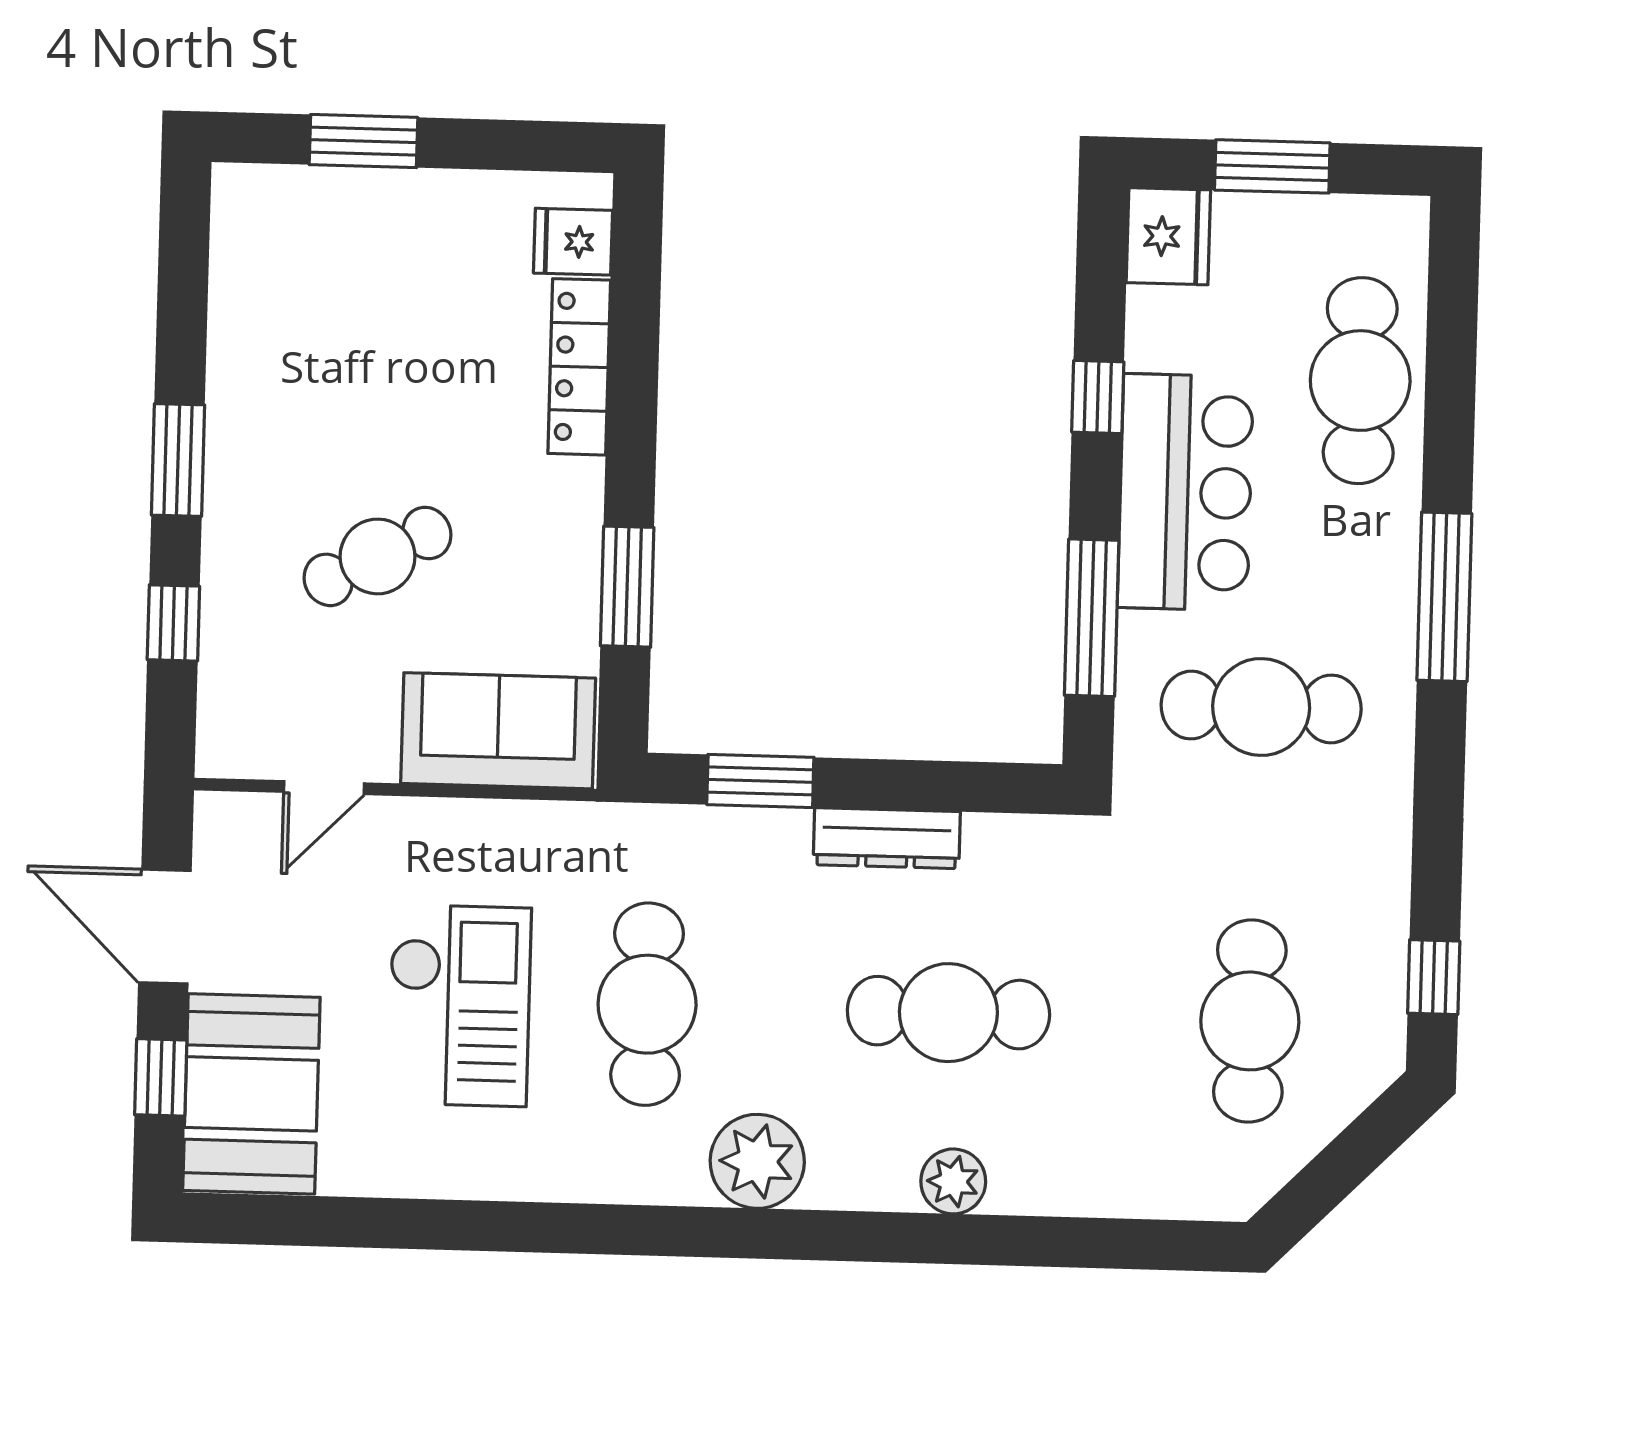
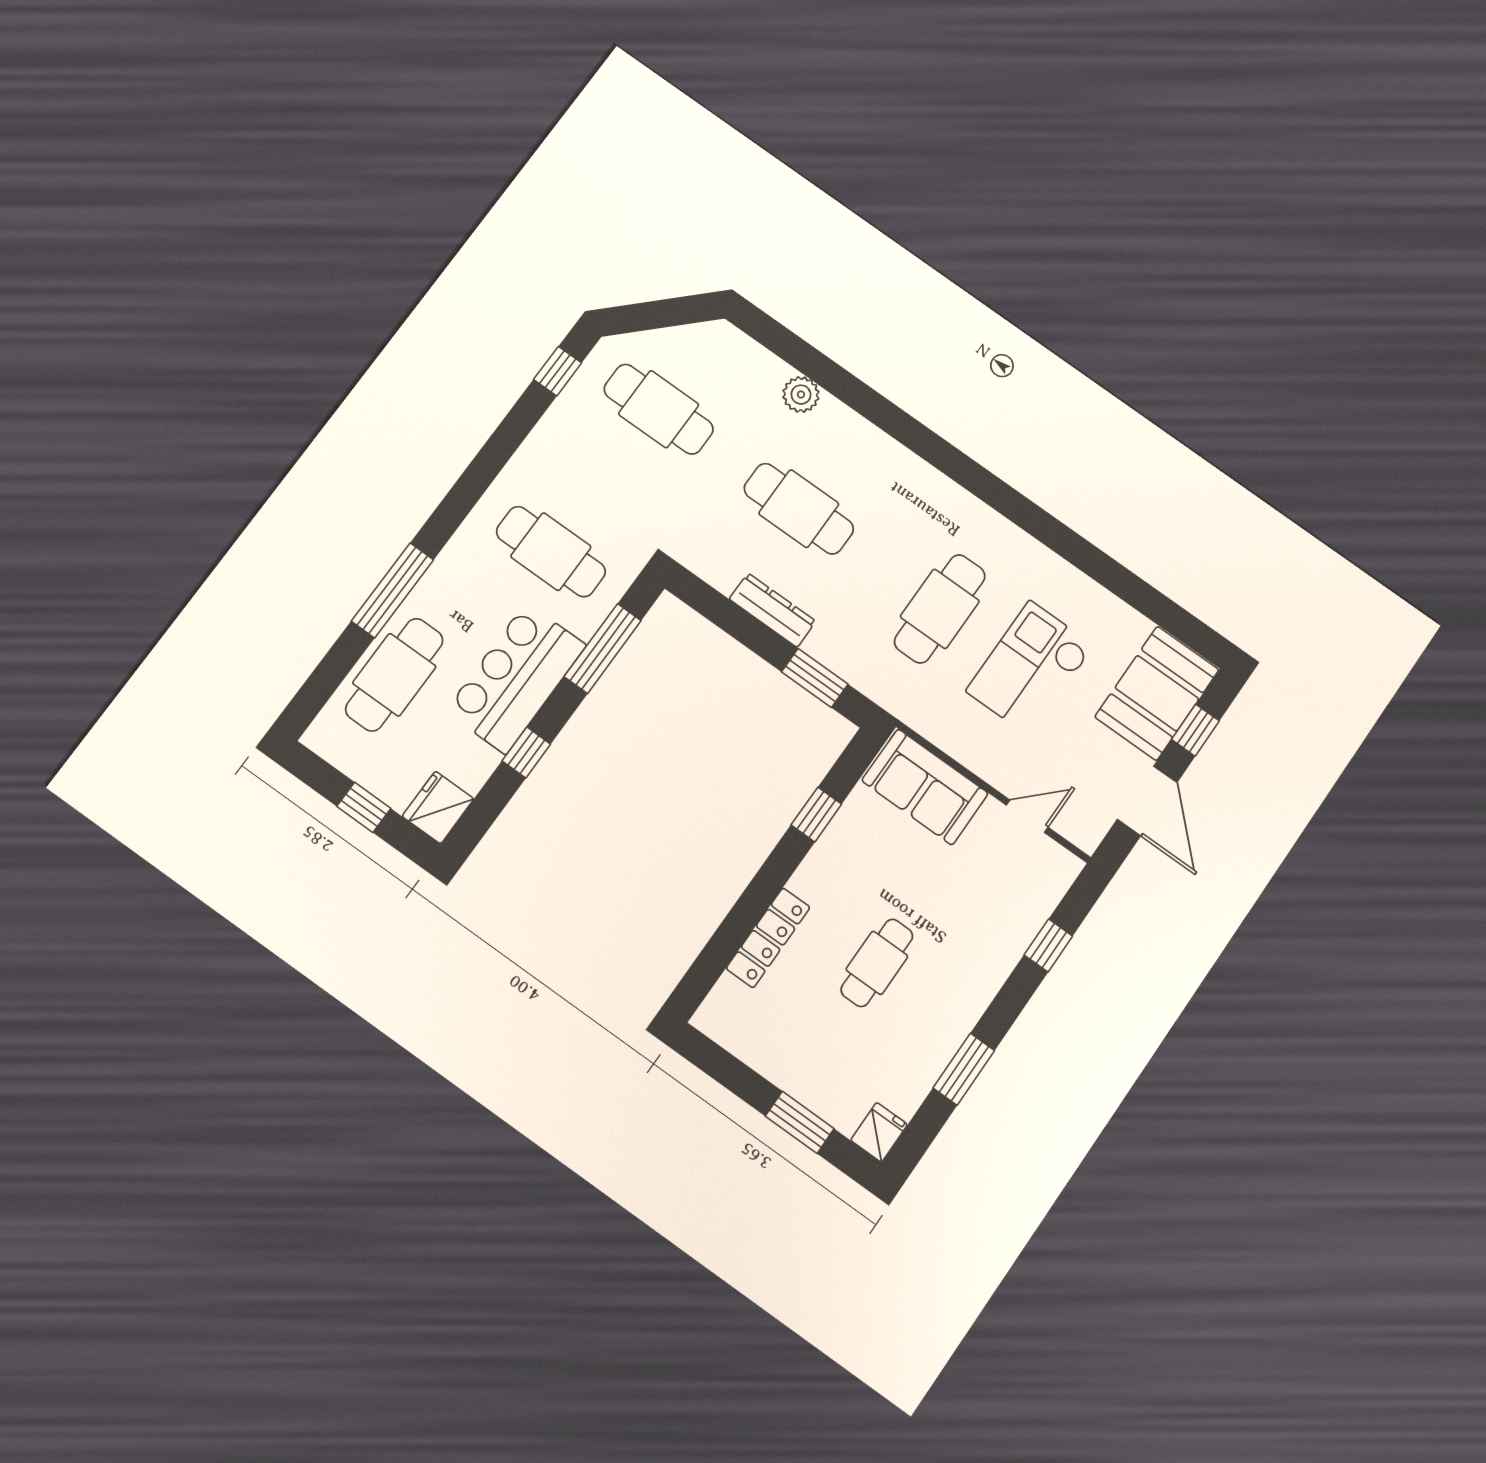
window: (1272, 166) -> (364, 807), width x0.67
fridge: (573, 242) -> (879, 1132), moved, turned -90
window: (178, 460) -> (964, 1069), moved
cafe table: (378, 556) -> (877, 963), moved, turned -63
window: (627, 587) -> (816, 815), width x0.67
window: (1444, 597) -> (392, 590), moved
cafe table: (1250, 1021) -> (659, 409), turned 90
plant: (757, 1161) -> (936, 500), removed
plant: (953, 1181) -> (801, 395), moved

